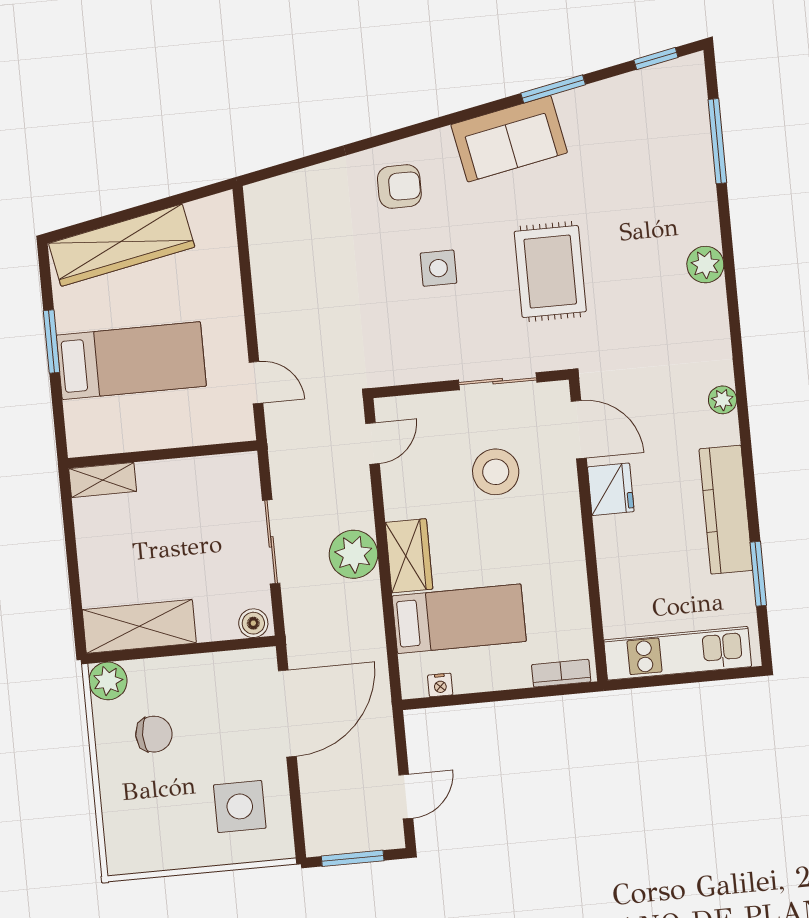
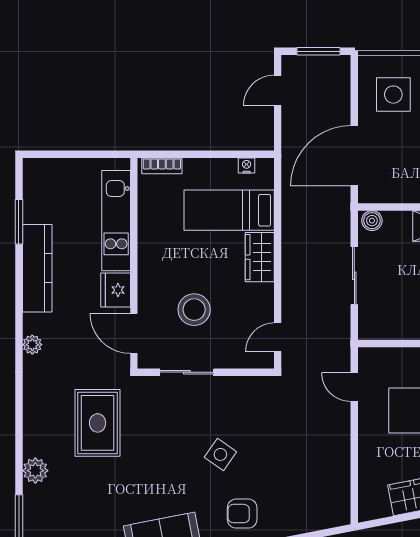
plant: (705, 265) -> (35, 471), moved
side table: (438, 268) -> (220, 454), turned 35
rug: (550, 272) -> (98, 423), moved
plant: (353, 554) -> (298, 262), removed
kitchen unit: (678, 653) -> (116, 221), moved, turned 90

